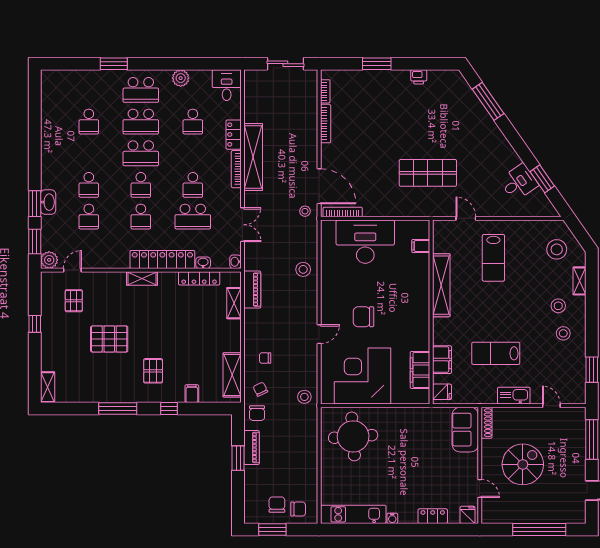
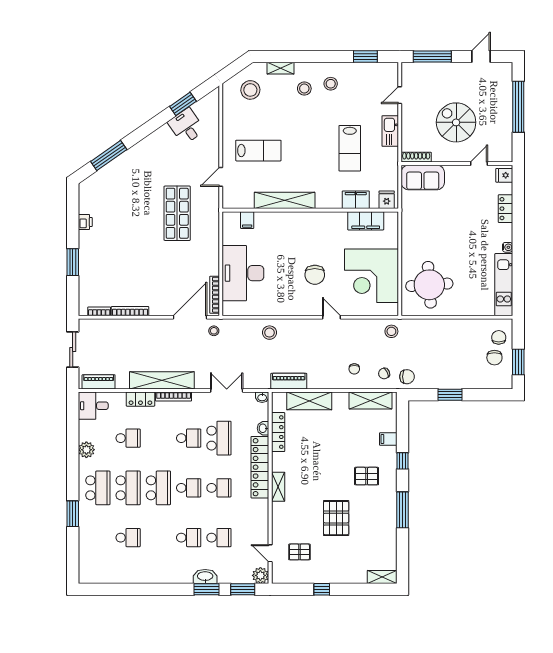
shelving: (234, 303) -> (309, 401), width x1.50, depth x1.33
piano: (252, 448) -> (99, 382), moved
chair: (277, 505) -> (494, 358), turned -90

